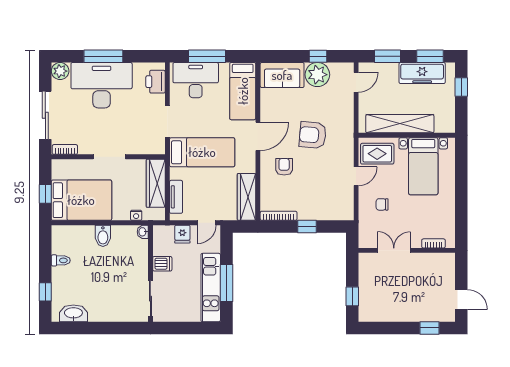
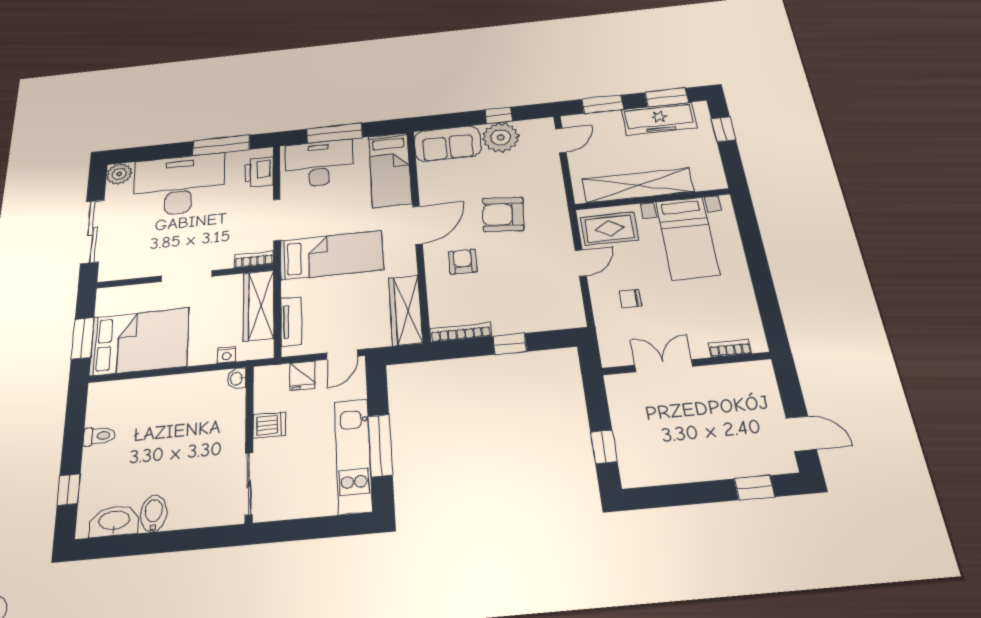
window: (103, 56) -> (221, 145), moved
bookcase: (65, 149) -> (254, 259), moved
window: (45, 194) -> (83, 338), width x1.50
bidet: (103, 236) -> (154, 514), moved, turned 180

